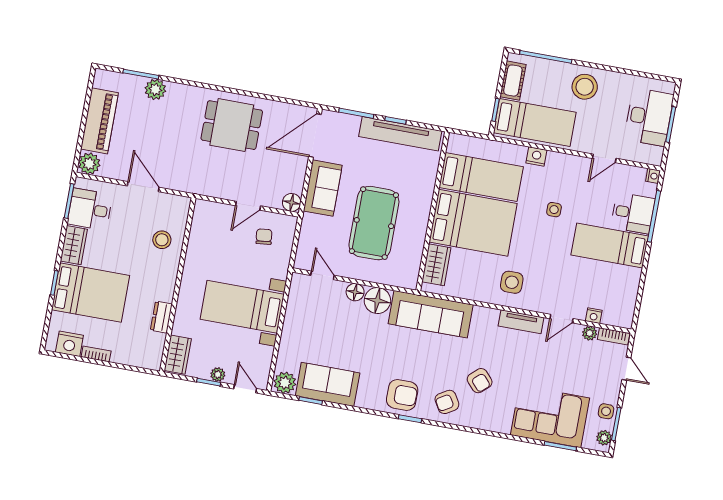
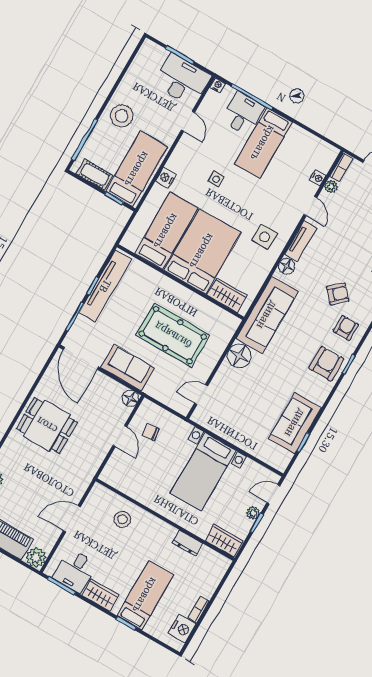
desk: (649, 117) -> (182, 80), moved
dining table: (232, 125) -> (47, 425), turned 90
floor lamp: (355, 292) -> (287, 266), moved
bed: (91, 293) -> (145, 595), width x0.67
plant: (285, 383) -> (280, 459), removed
armchair: (447, 402) -> (346, 328), turned -149

